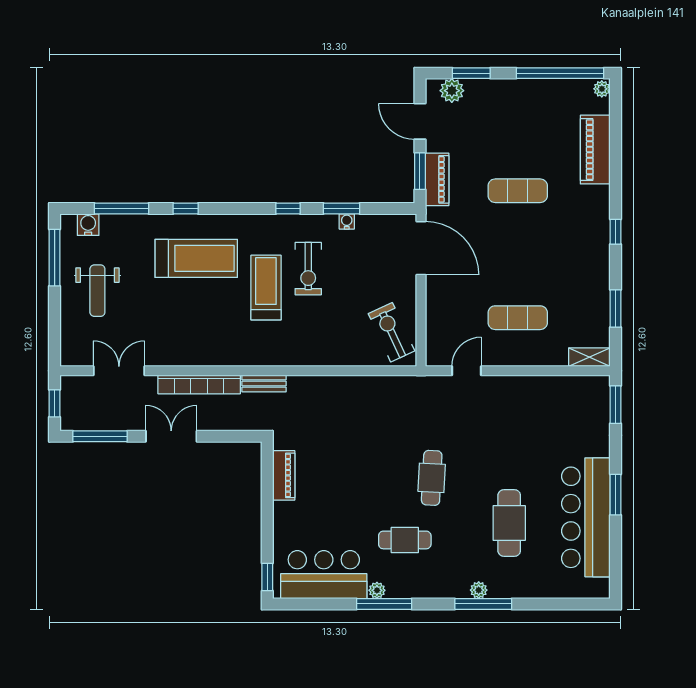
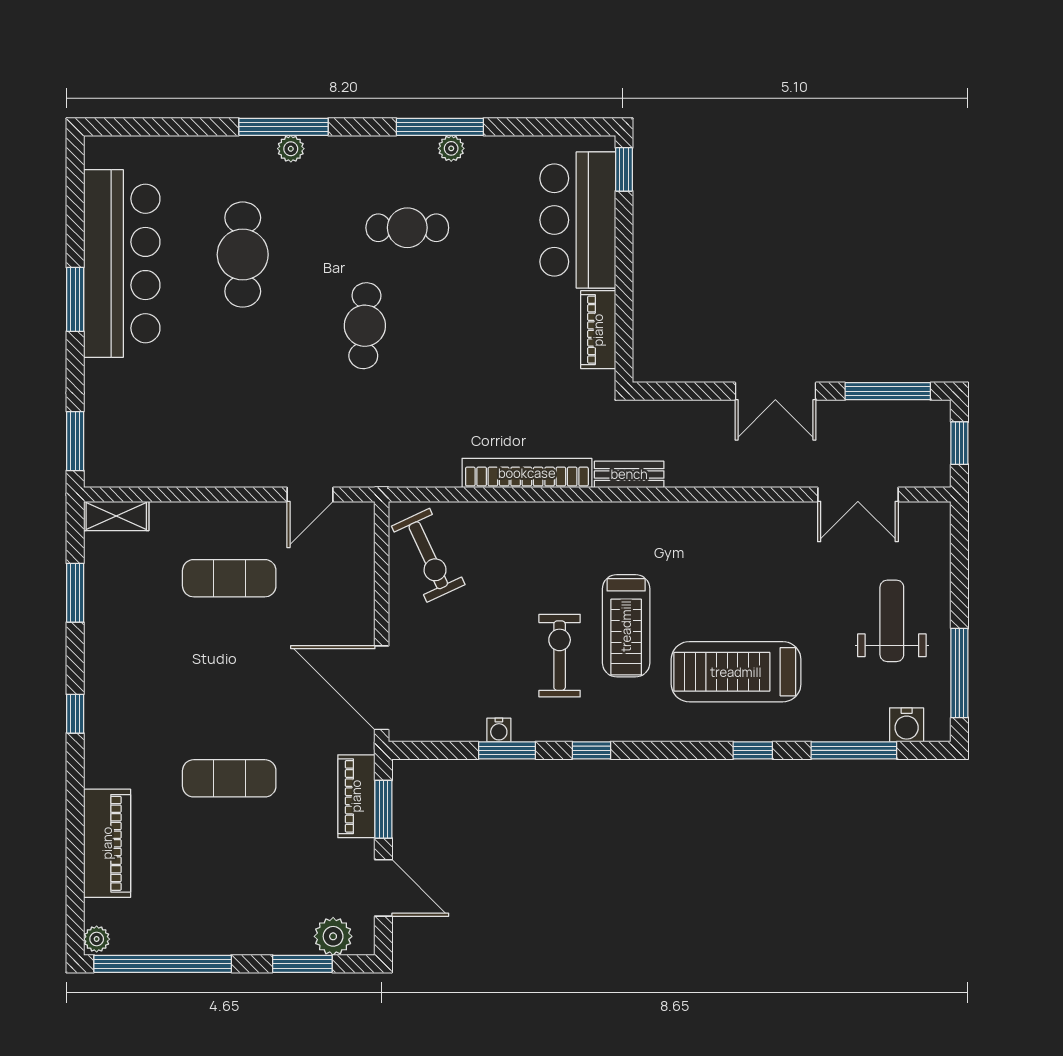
bookcase: (199, 384) -> (527, 473), moved
bar counter: (324, 575) -> (578, 220), moved, turned 90

